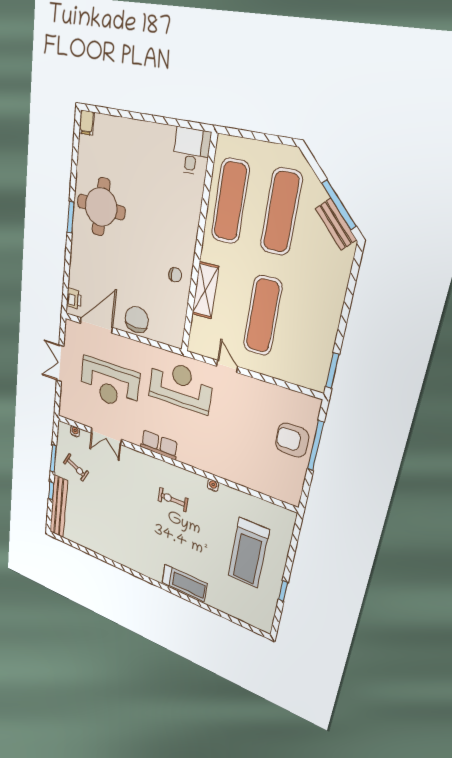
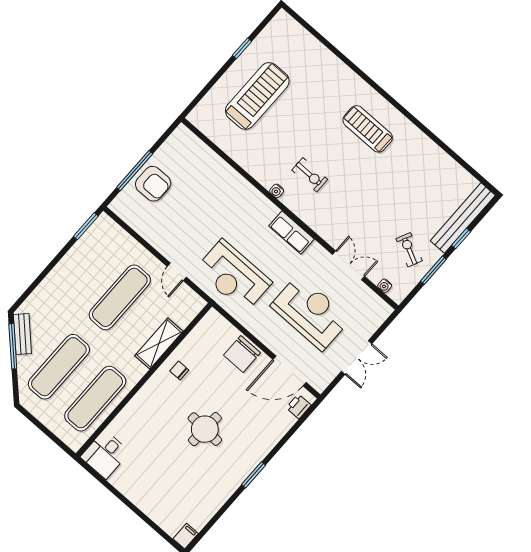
round table: (101, 207) -> (205, 429), moved, width x0.73, depth x0.73
water cooler: (213, 485) -> (277, 191), moved
treadmill: (185, 583) -> (368, 129), moved

